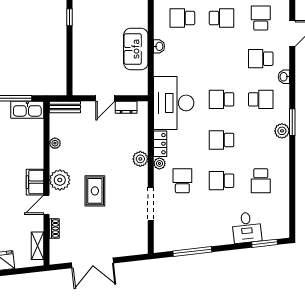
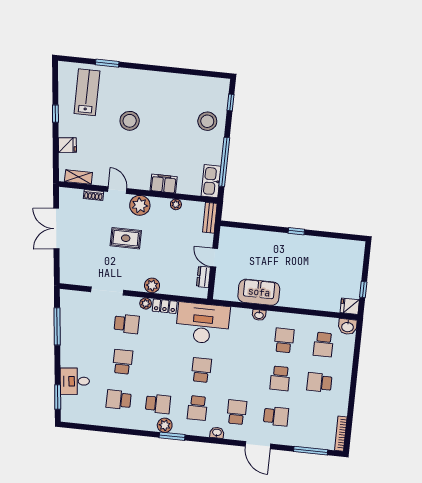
school desk: (222, 140) -> (158, 404), moved, turned 90
filing cabinet: (35, 182) -> (164, 184), moved

